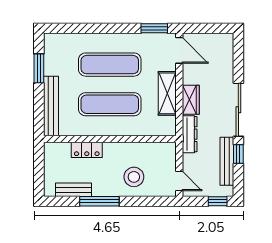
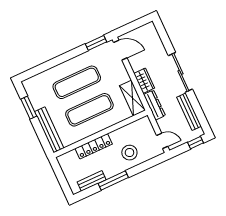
shelving: (167, 93) -> (132, 98), moved
locker: (87, 150) -> (94, 146), width x1.53
window: (238, 154) -> (195, 103), removed

